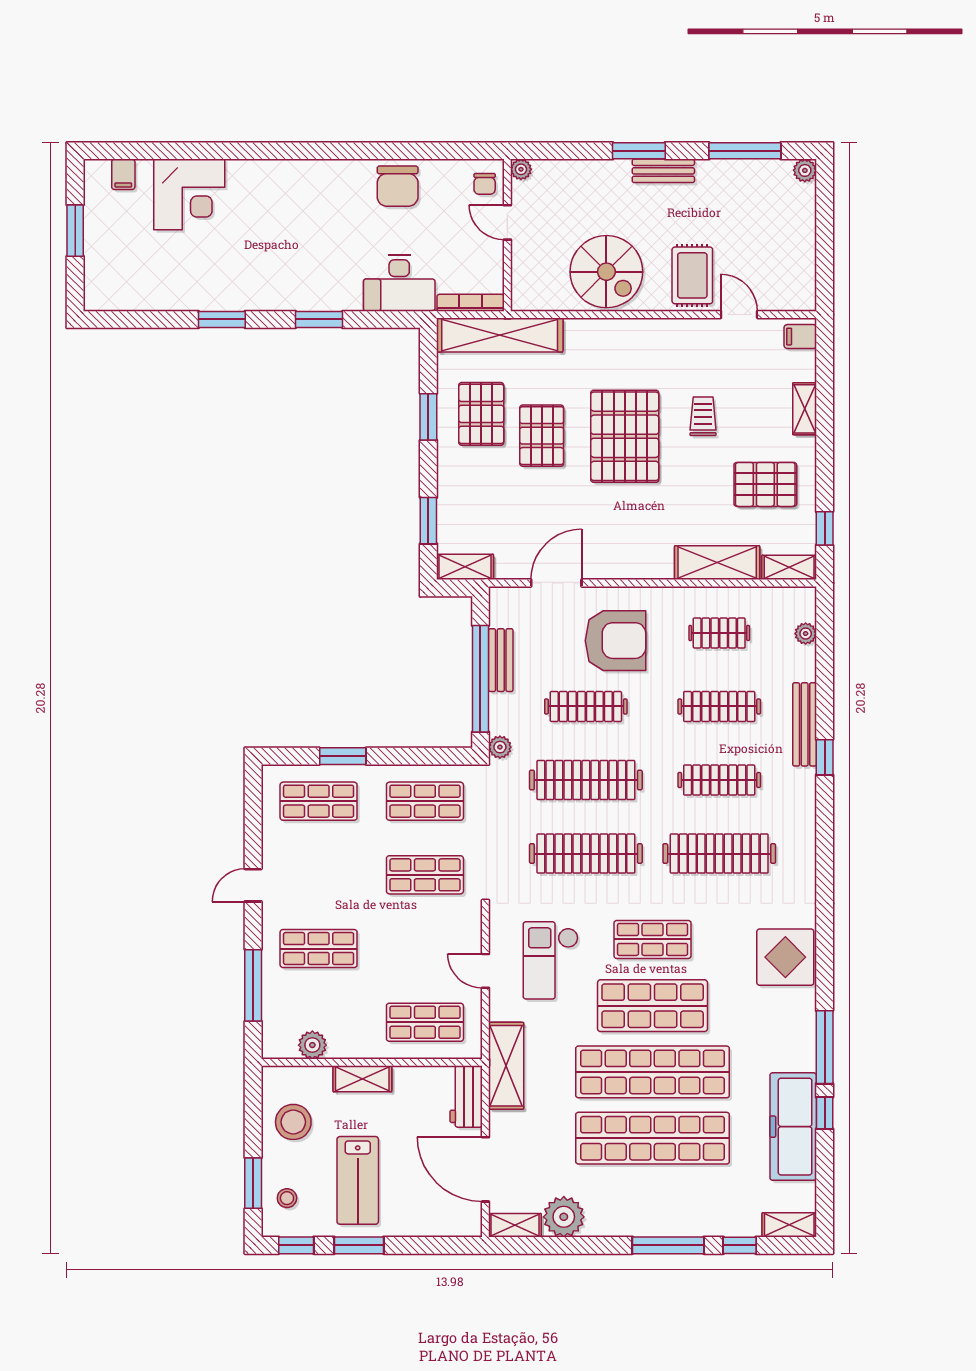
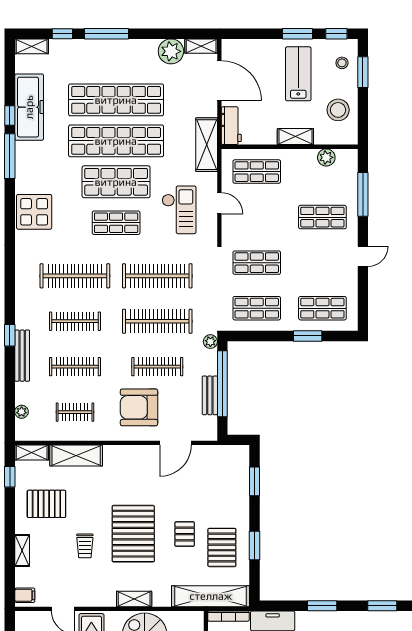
pallet: (542, 436) -> (185, 534), width x0.67, depth x0.71
shelving: (465, 567) -> (134, 599), moved

